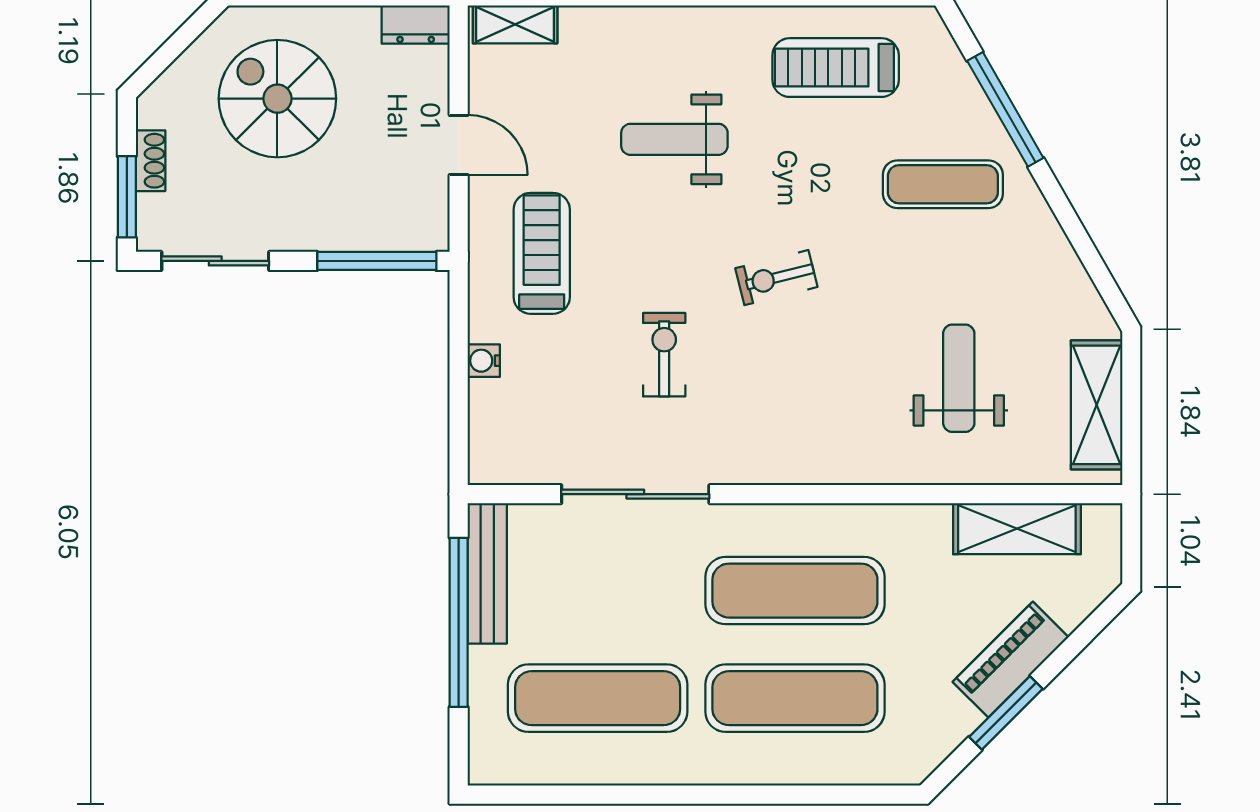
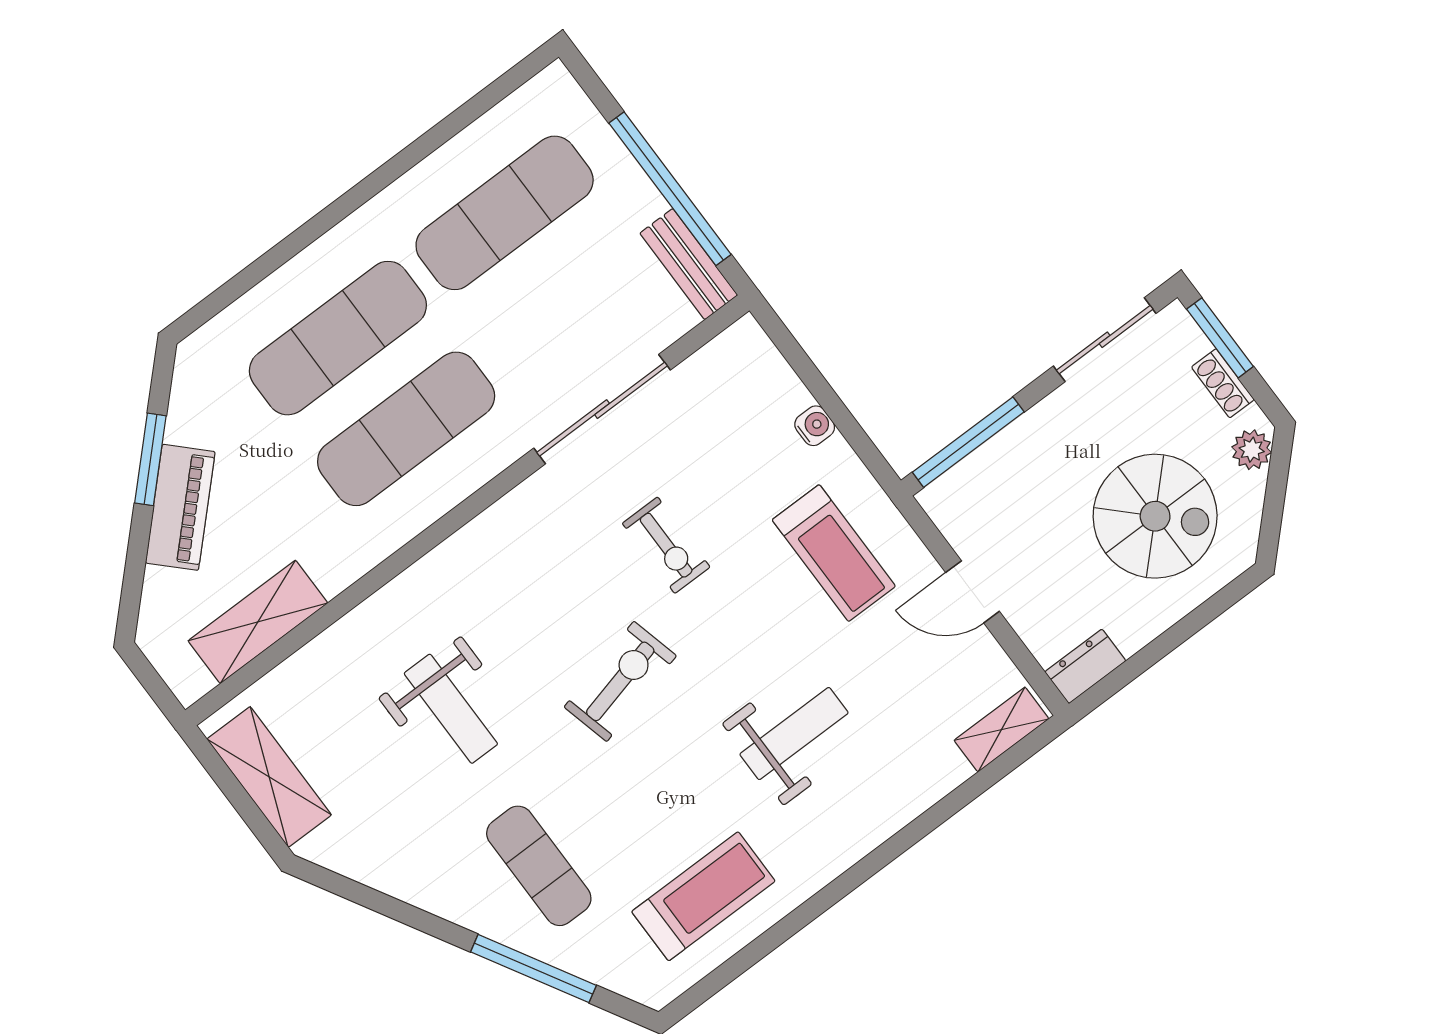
plant: (166, 94) -> (1252, 450), added
exercise mat: (943, 184) -> (539, 866), turned 90
exercise bike: (776, 278) -> (620, 681), width x1.38, depth x1.39
weight bench: (959, 378) -> (451, 709), moved
bench: (487, 573) -> (689, 264), width x0.73

